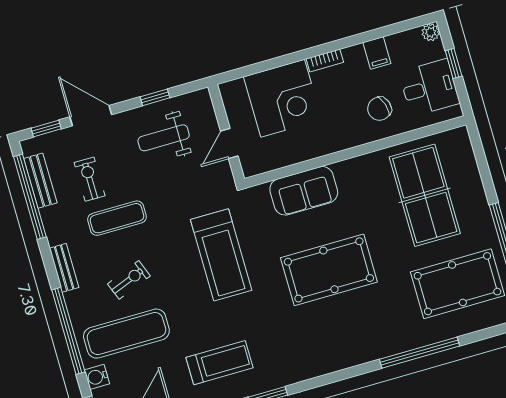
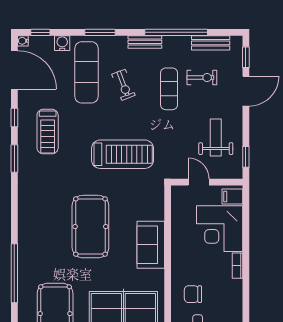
filing cabinet: (377, 53) -> (232, 197), moved
window: (155, 97) -> (246, 157), moved
chair: (379, 109) -> (193, 294), turned -73
sofa: (304, 191) -> (151, 245), moved
window: (30, 197) -> (176, 32), moved
treadmill: (221, 255) -> (123, 154), turned 180
window: (68, 331) -> (100, 32), width x0.47

